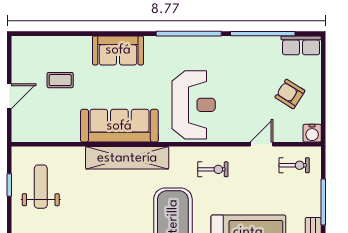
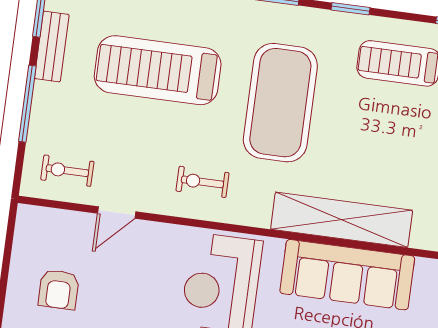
armchair: (290, 94) -> (59, 289), turned 58
water cooler: (312, 133) -> (31, 220), removed

